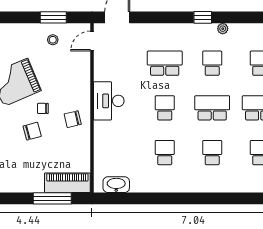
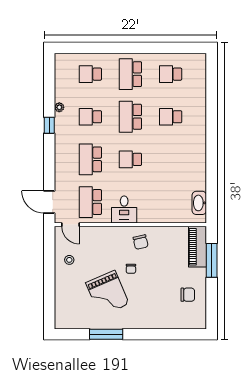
window: (53, 17) -> (49, 259), removed
desk: (109, 101) -> (124, 210), width x0.73
chair: (32, 131) -> (188, 295), moved, turned 105
school desk: (165, 153) -> (90, 202), moved, width x1.85

